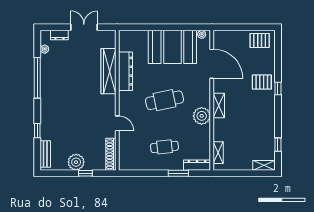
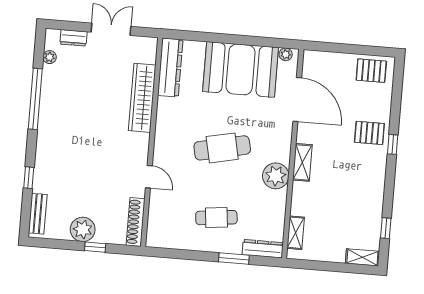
dresser: (125, 71) -> (170, 67), moved

